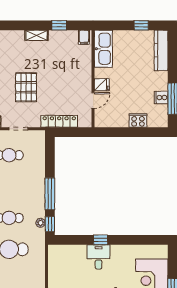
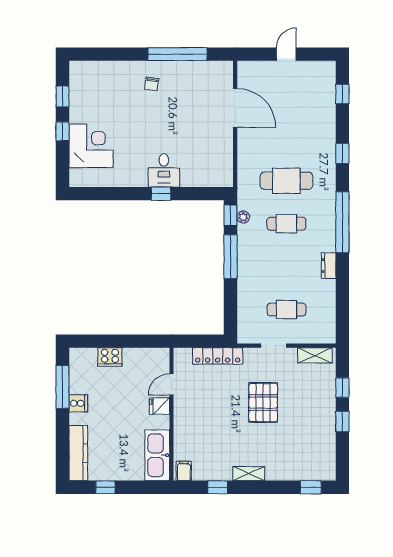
cooker: (161, 98) -> (78, 403), moved

